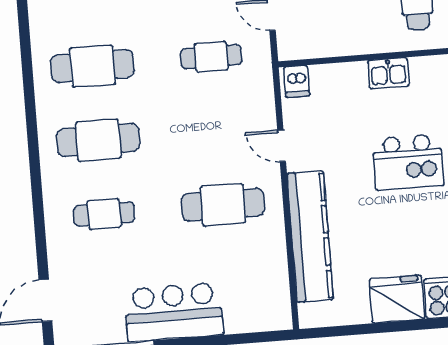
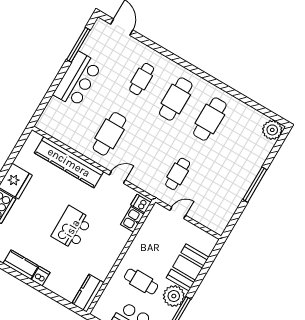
kitchen sink: (388, 73) -> (132, 219), moved

